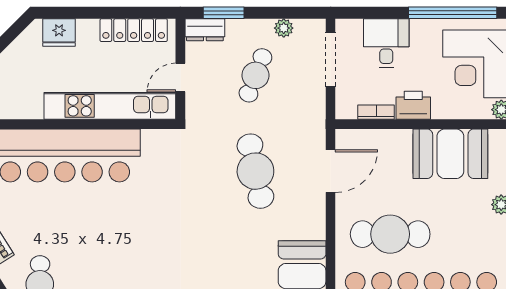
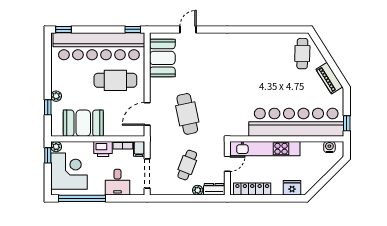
window: (224, 13) -> (204, 198), removed
plant: (284, 28) -> (198, 190), moved
filing cabinet: (346, 106) -> (139, 149), added

